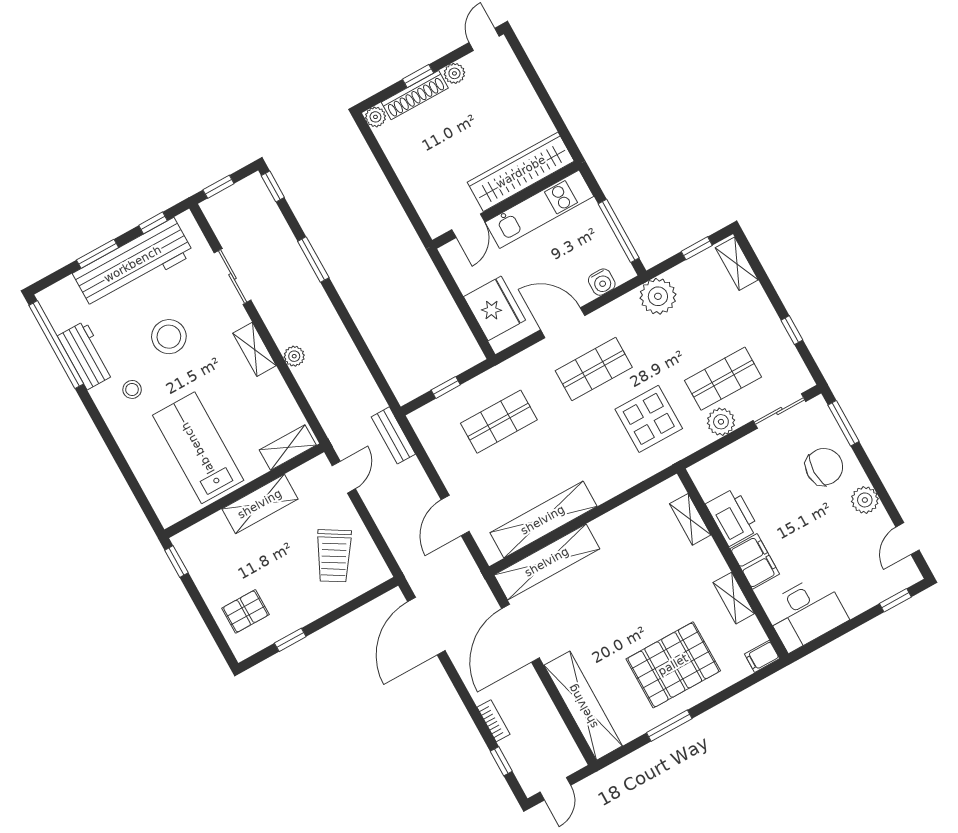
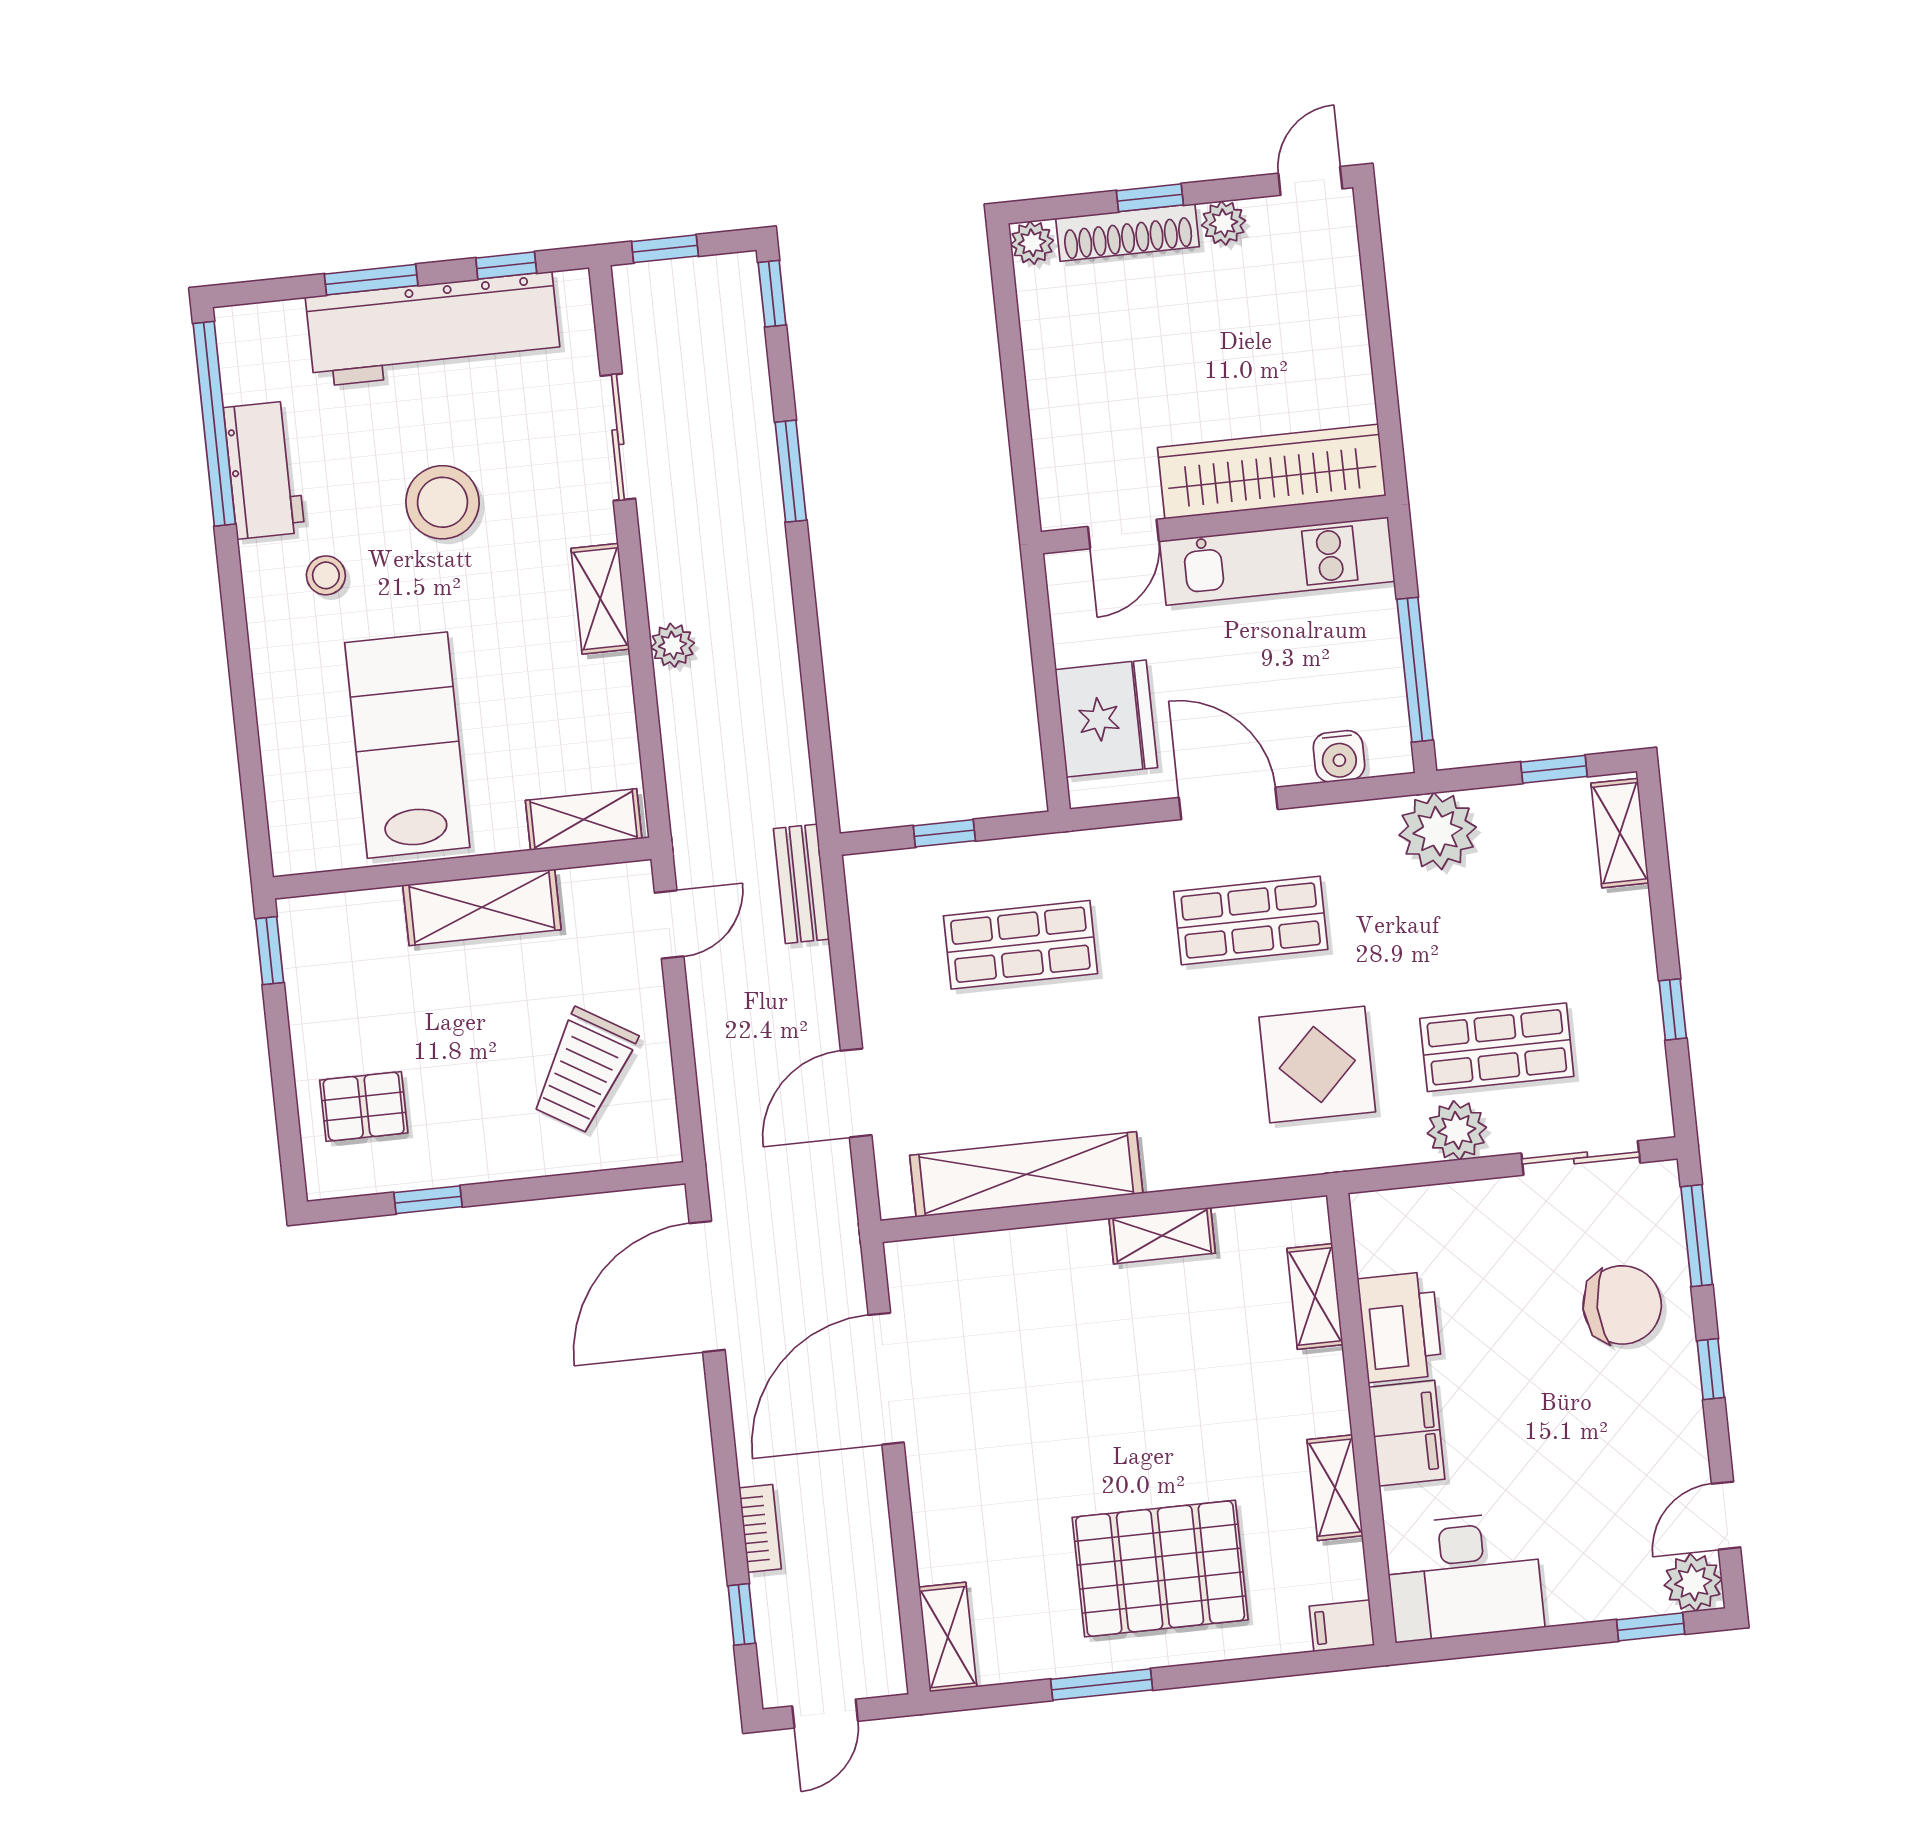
window: (874, 478) -> (1711, 1369), added
plant: (865, 500) -> (1693, 1582), moved
shelving: (547, 562) -> (1162, 1236), moved, width x0.45, depth x0.75
shelving: (583, 706) -> (948, 1637), width x0.45, depth x0.75

